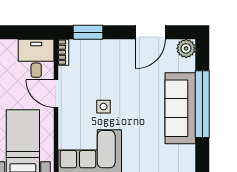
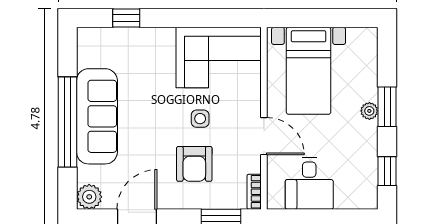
desk: (36, 58) -> (309, 184), moved
armchair: (108, 73) -> (194, 164), added

